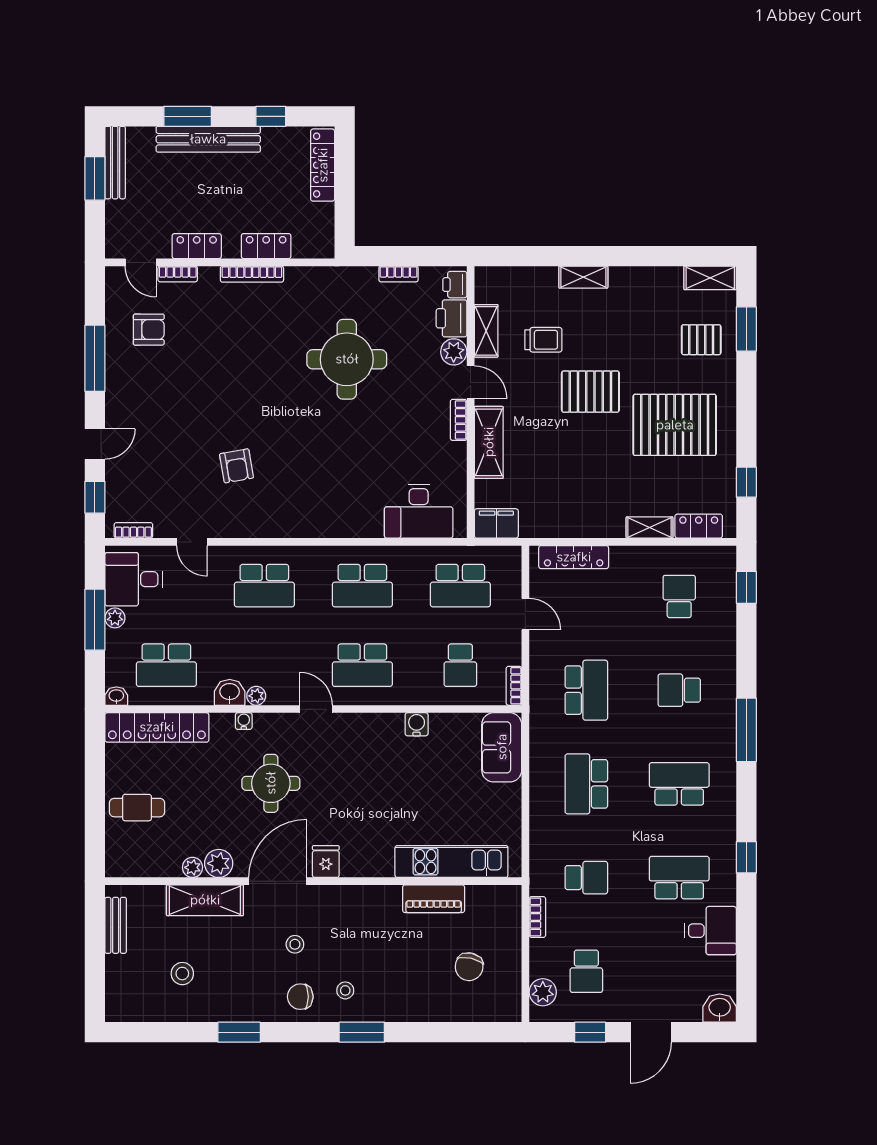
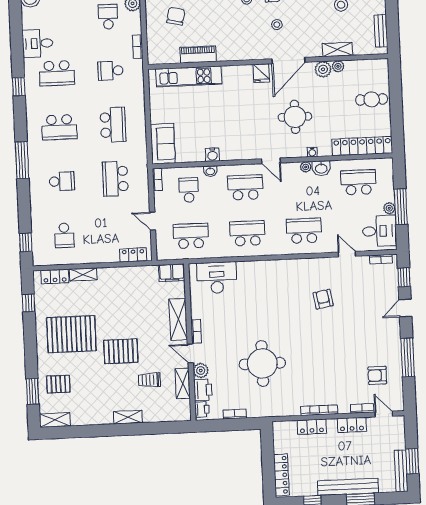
locker: (574, 557) -> (133, 255), width x0.66
washbasin: (116, 696) -> (210, 171), moved
shelving: (205, 900) -> (337, 49), width x0.67, depth x0.75

